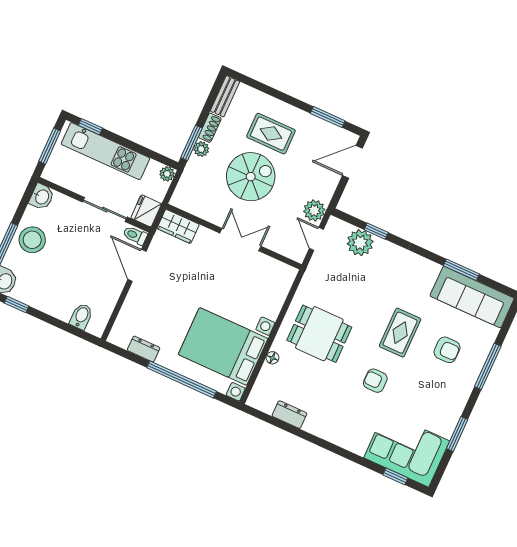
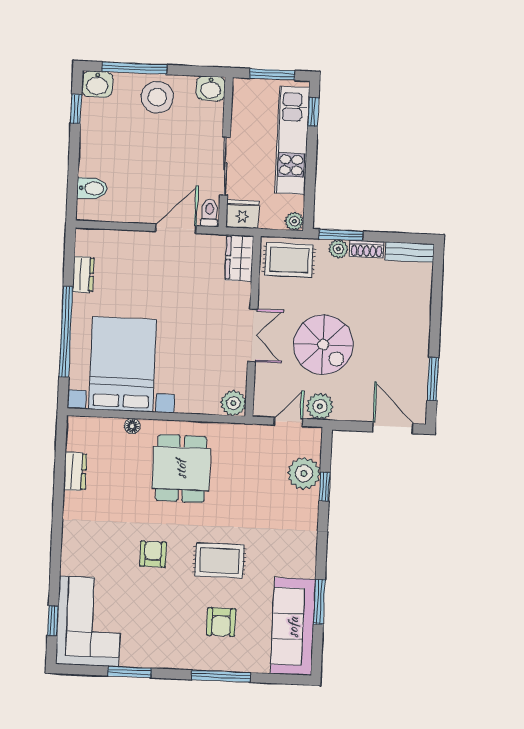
rug: (271, 134) -> (289, 260), moved, turned 90
spiral stairs: (251, 177) -> (323, 345), moved
plant: (286, 275) -> (233, 403), added

